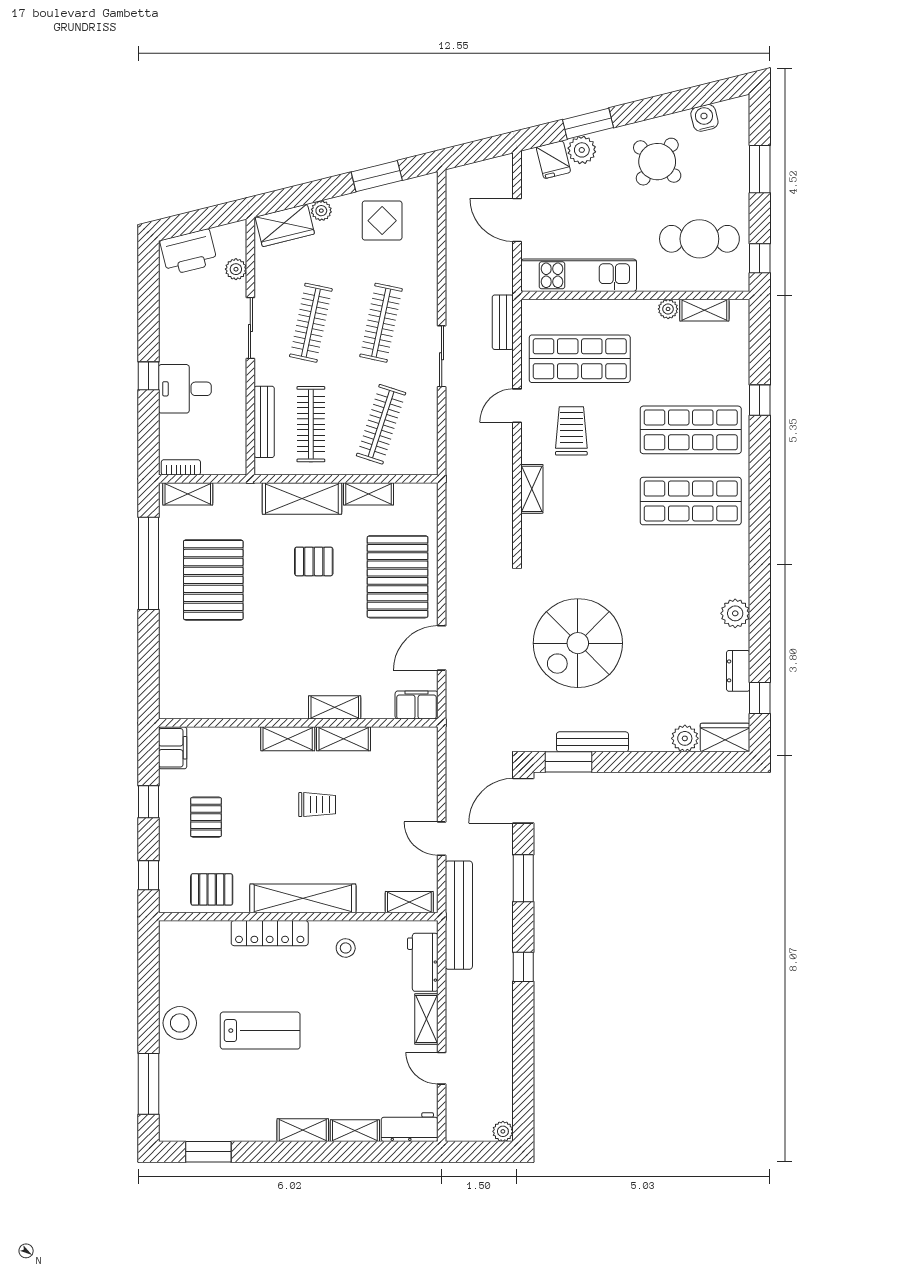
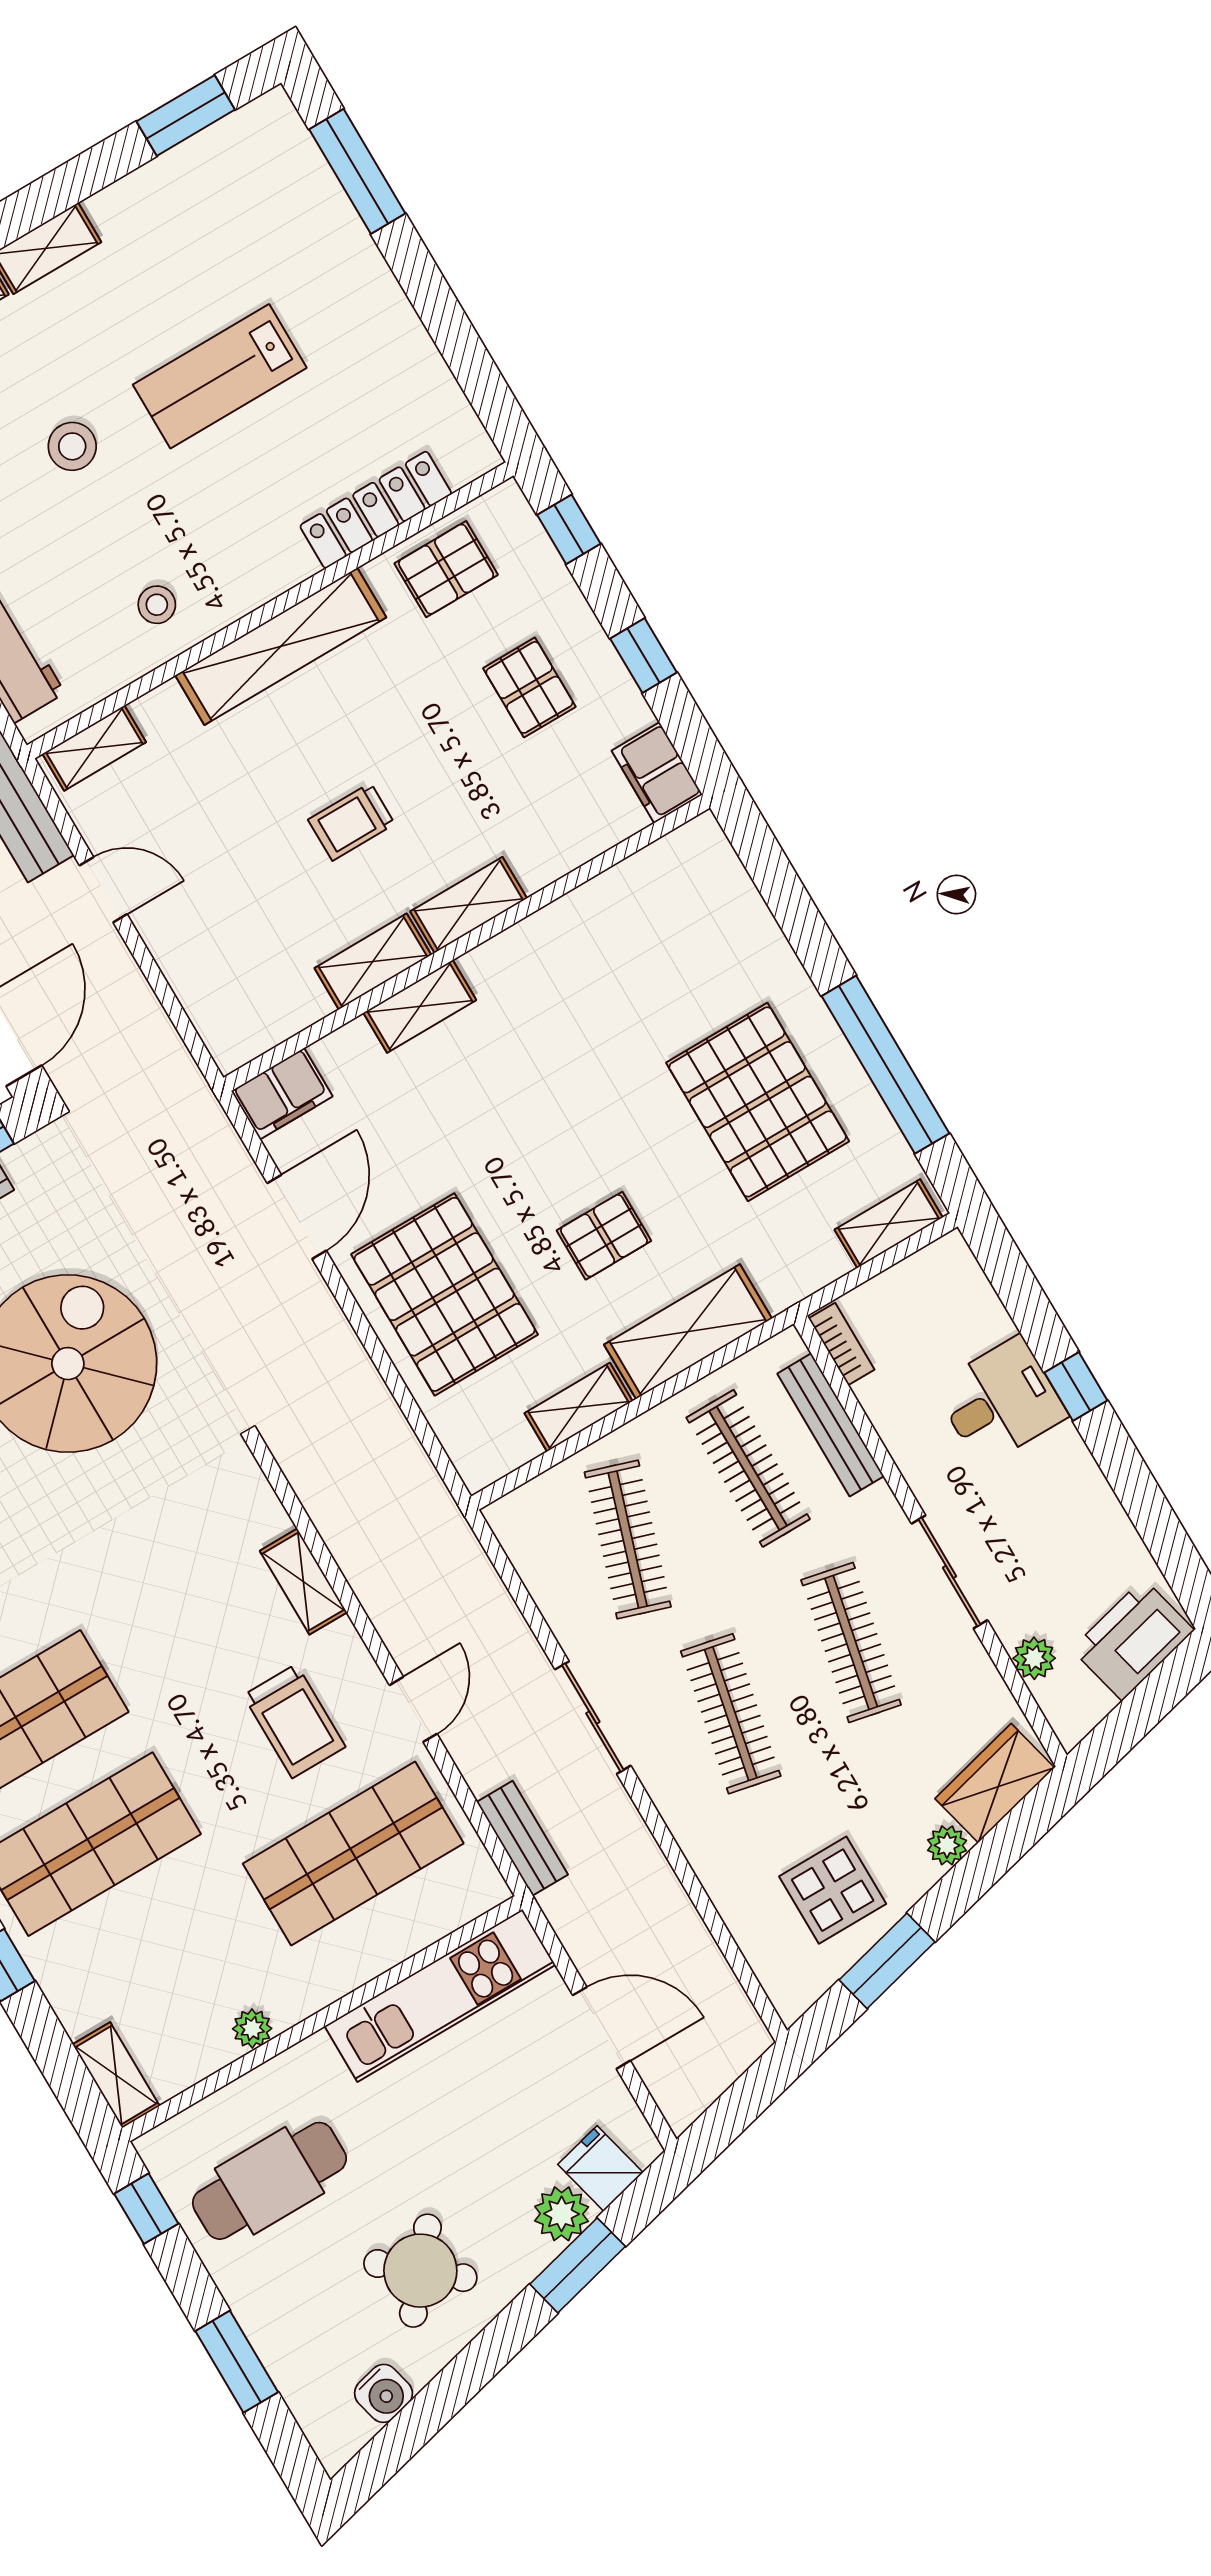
shelving: (704, 310) -> (116, 2075), moved, turned 90
bookcase: (181, 467) -> (842, 1344), moved, turned -90
locker: (270, 933) -> (376, 510), moved
stool: (180, 1023) -> (72, 446), moved, width x0.73, depth x0.73

